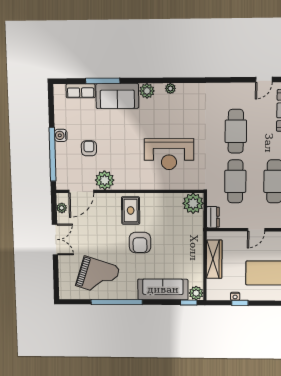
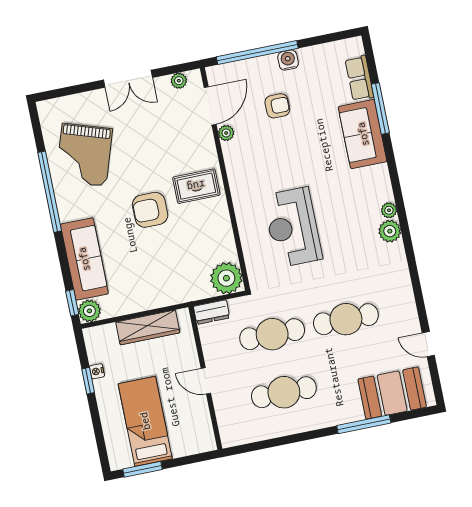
plant: (147, 91) -> (390, 231), moved
plant: (105, 180) -> (226, 133), width x0.53, depth x0.53
door: (81, 191) -> (210, 106), swing flipped

